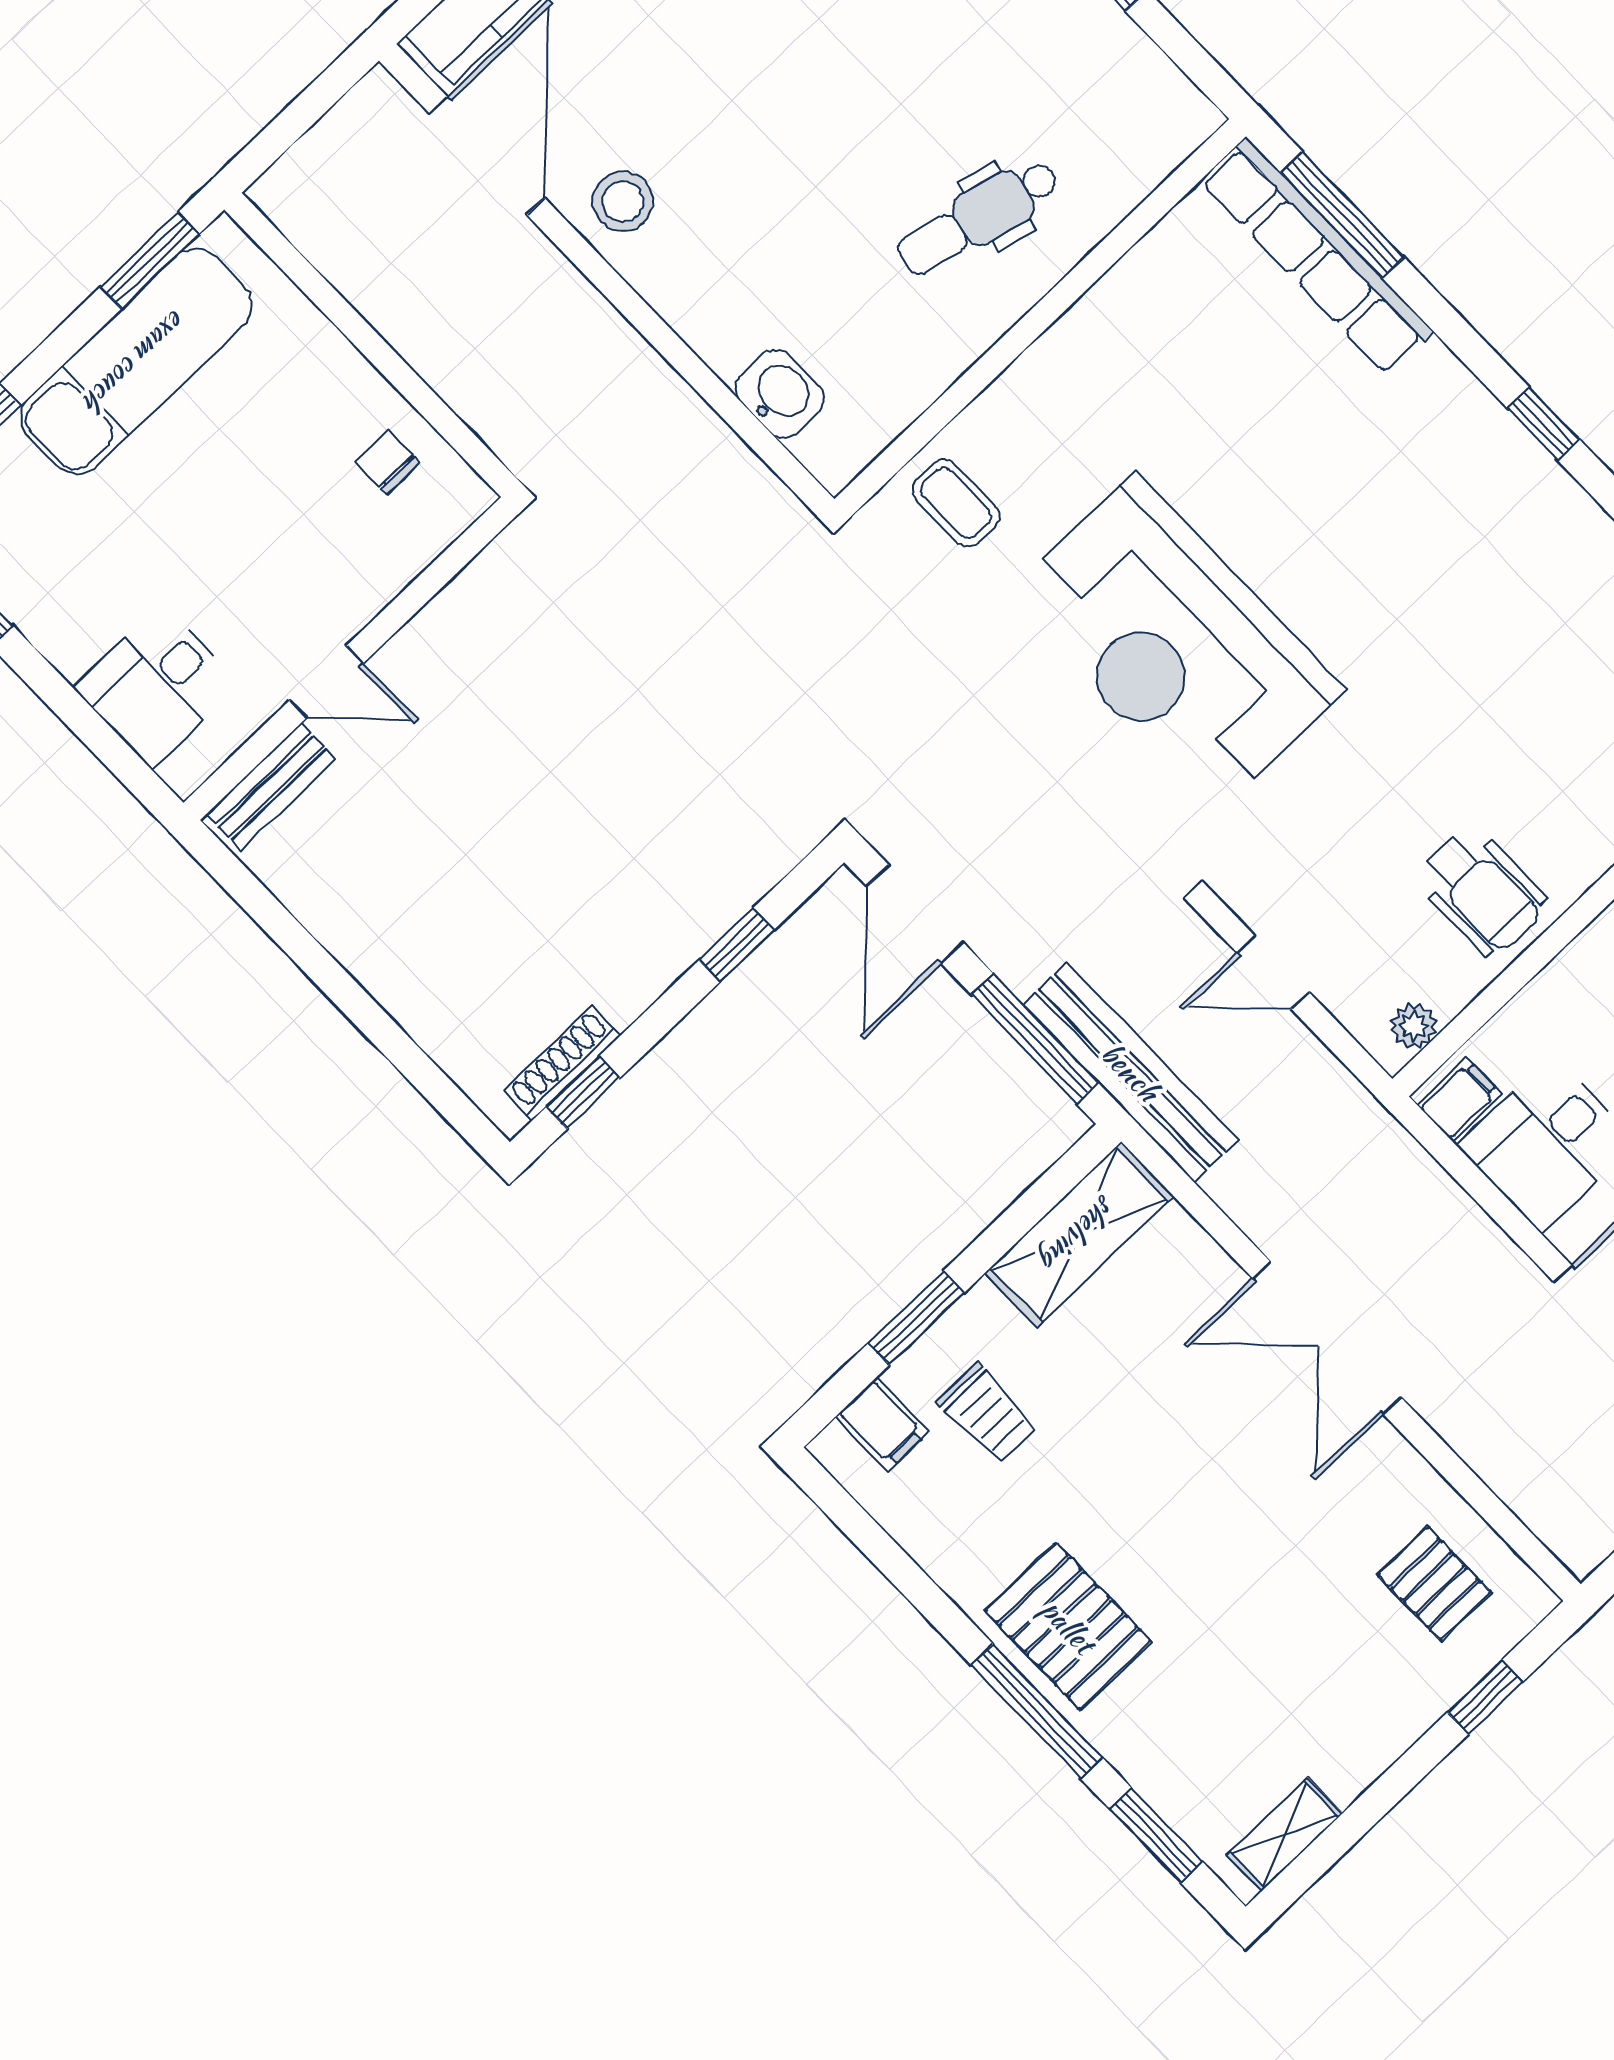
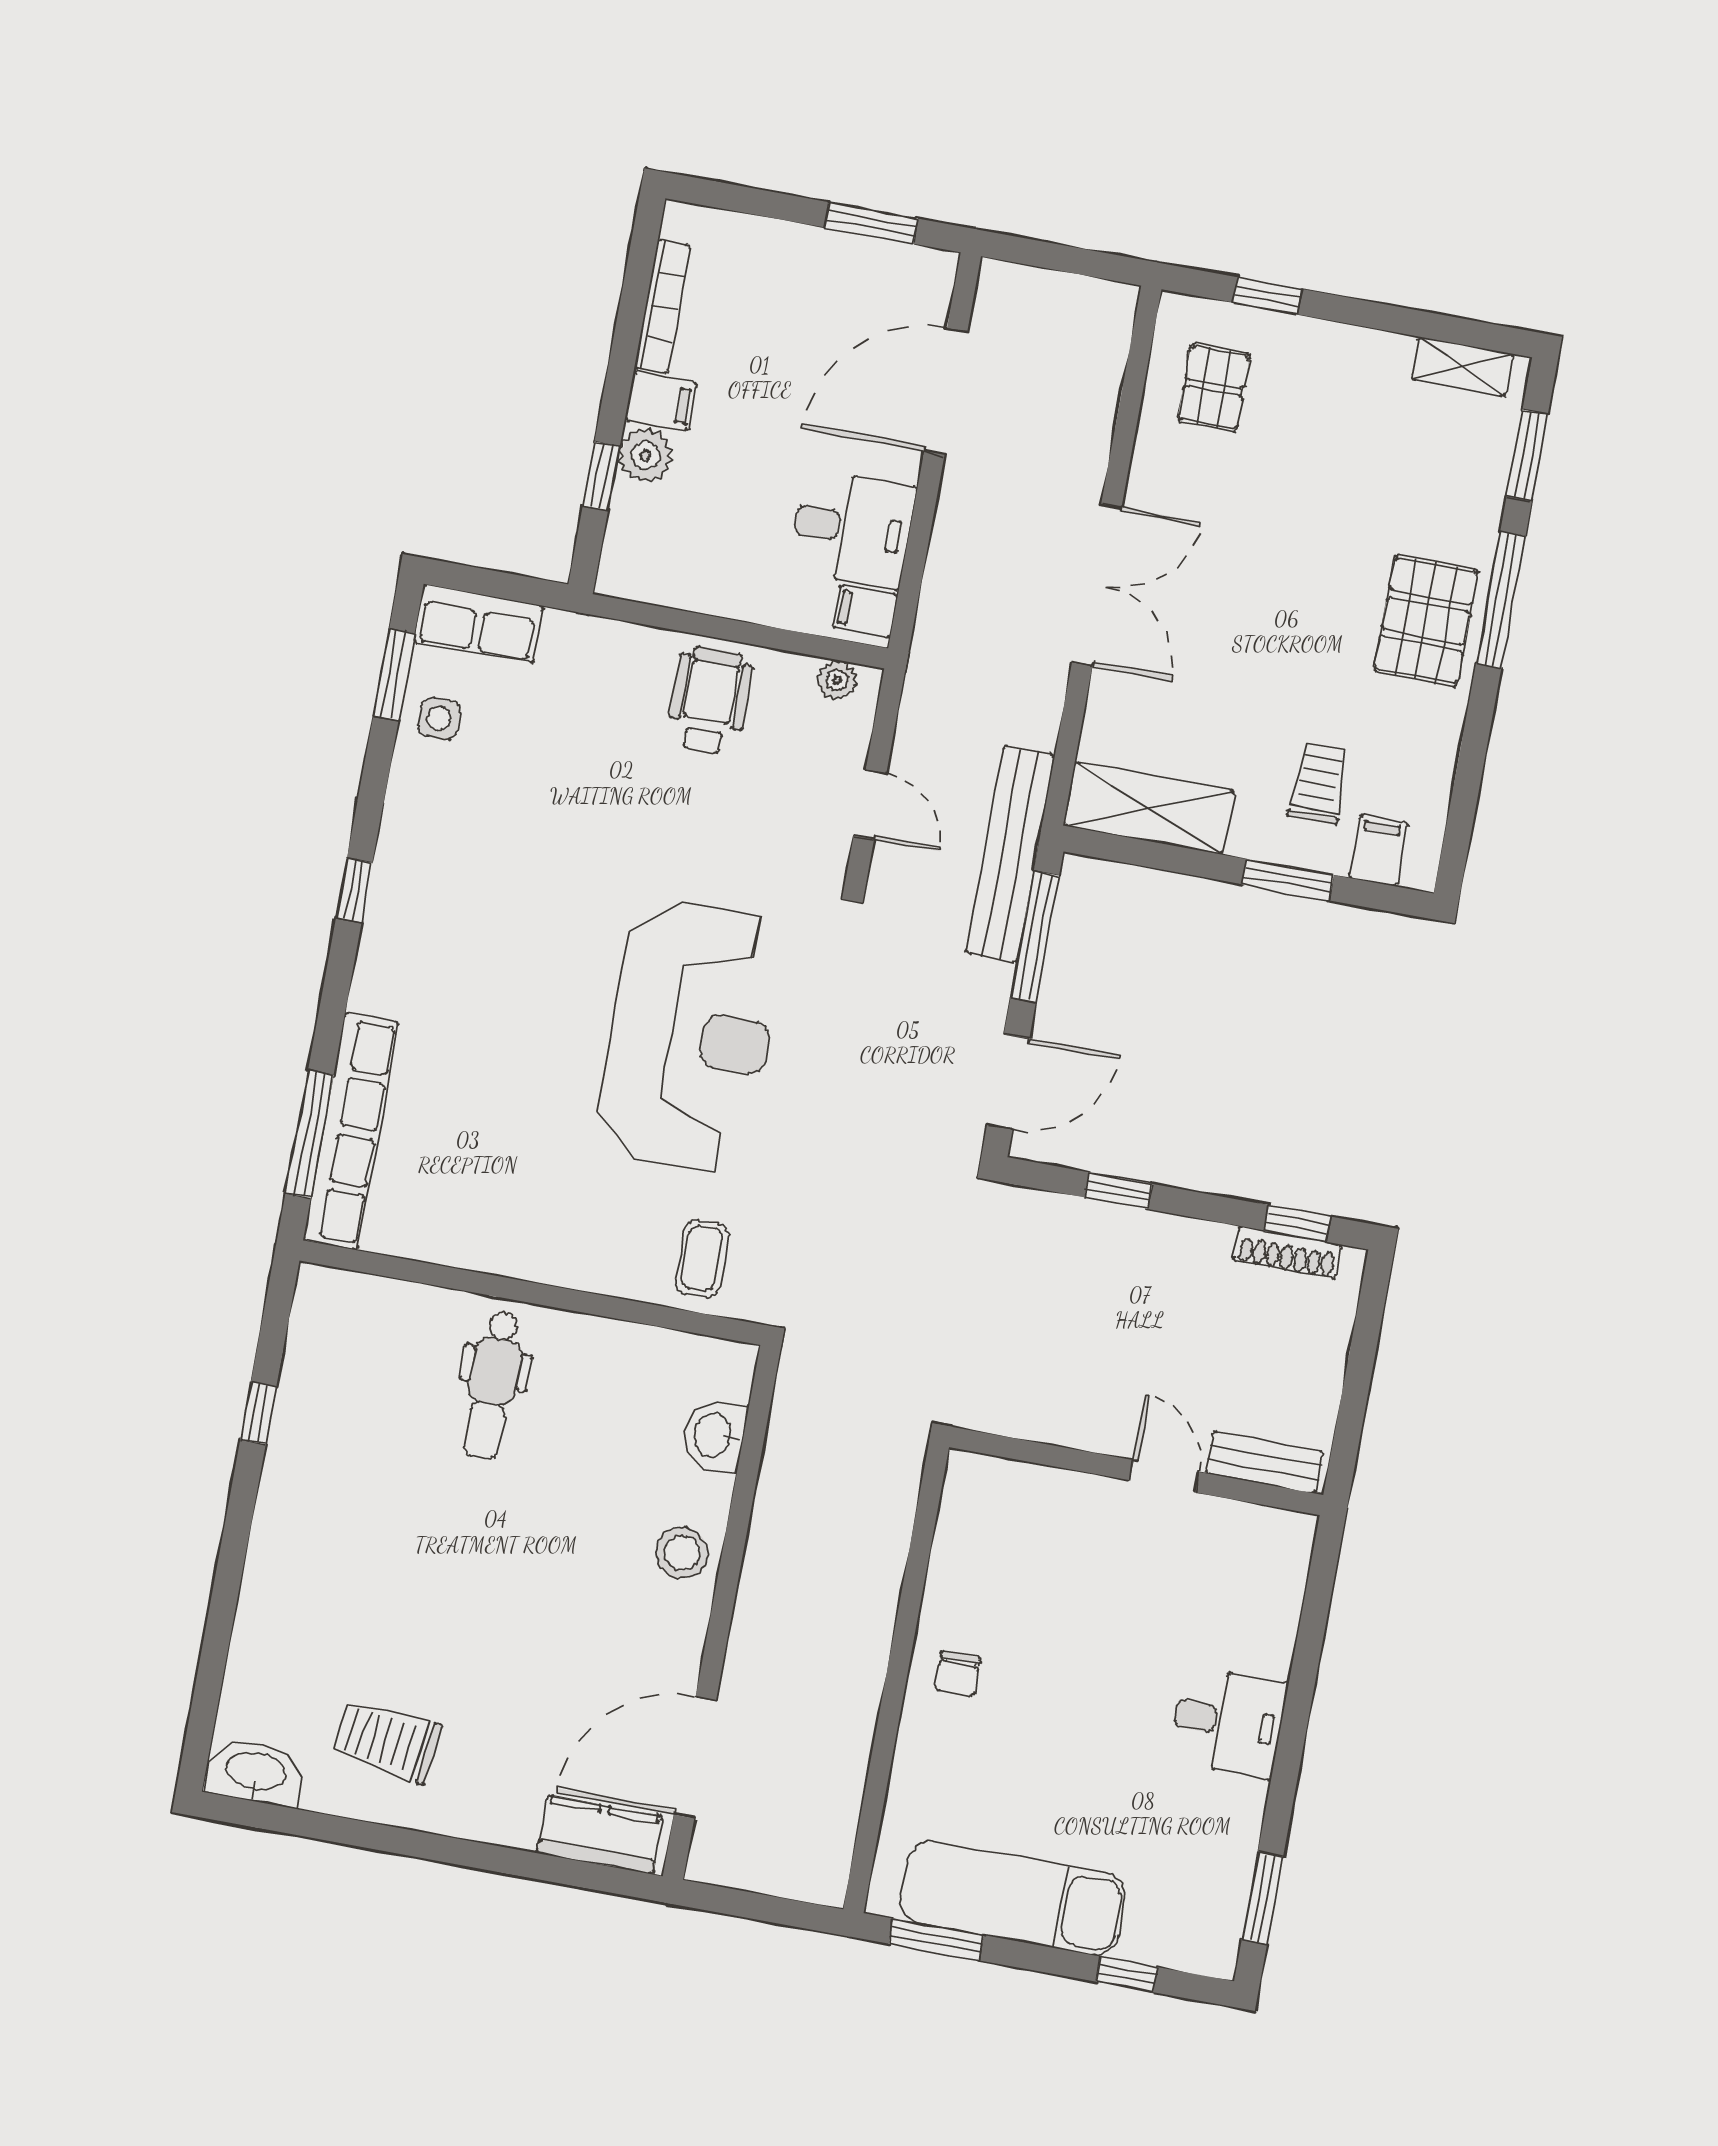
stool: (623, 201) -> (682, 1553), moved
dental chair: (979, 217) -> (493, 1386), turned 77
wall: (351, 659) -> (1136, 1471), moved
door: (326, 682) -> (1164, 1476), moved
bench: (271, 786) -> (1265, 1462), moved

